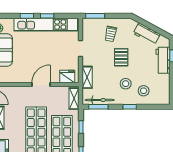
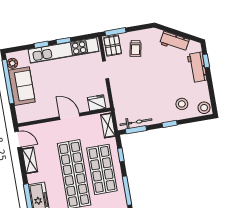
pallet: (121, 57) -> (113, 46), moved
shelving: (87, 77) -> (118, 100), removed
stool: (126, 84) -> (204, 108), moved
door: (41, 85) -> (70, 116), hinge flipped

